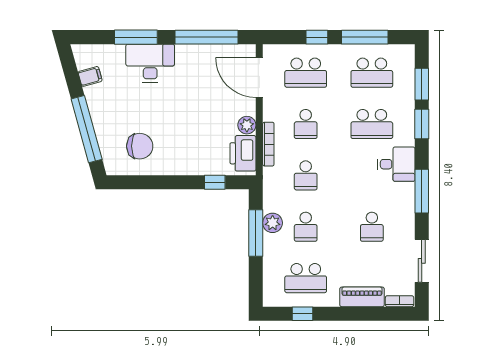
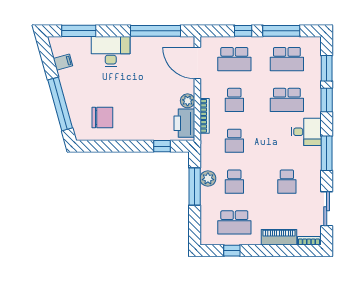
window: (136, 37) -> (79, 31), moved

